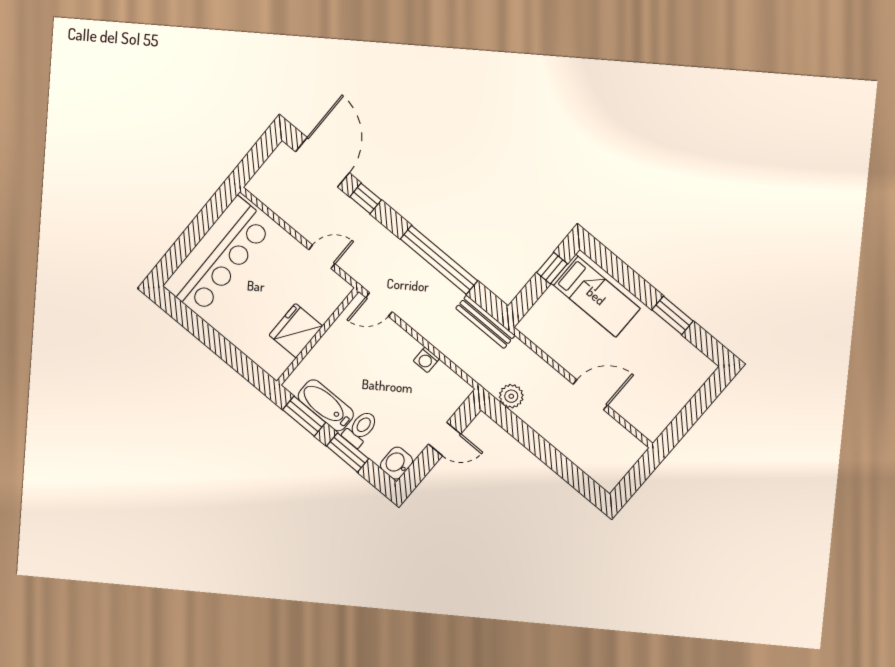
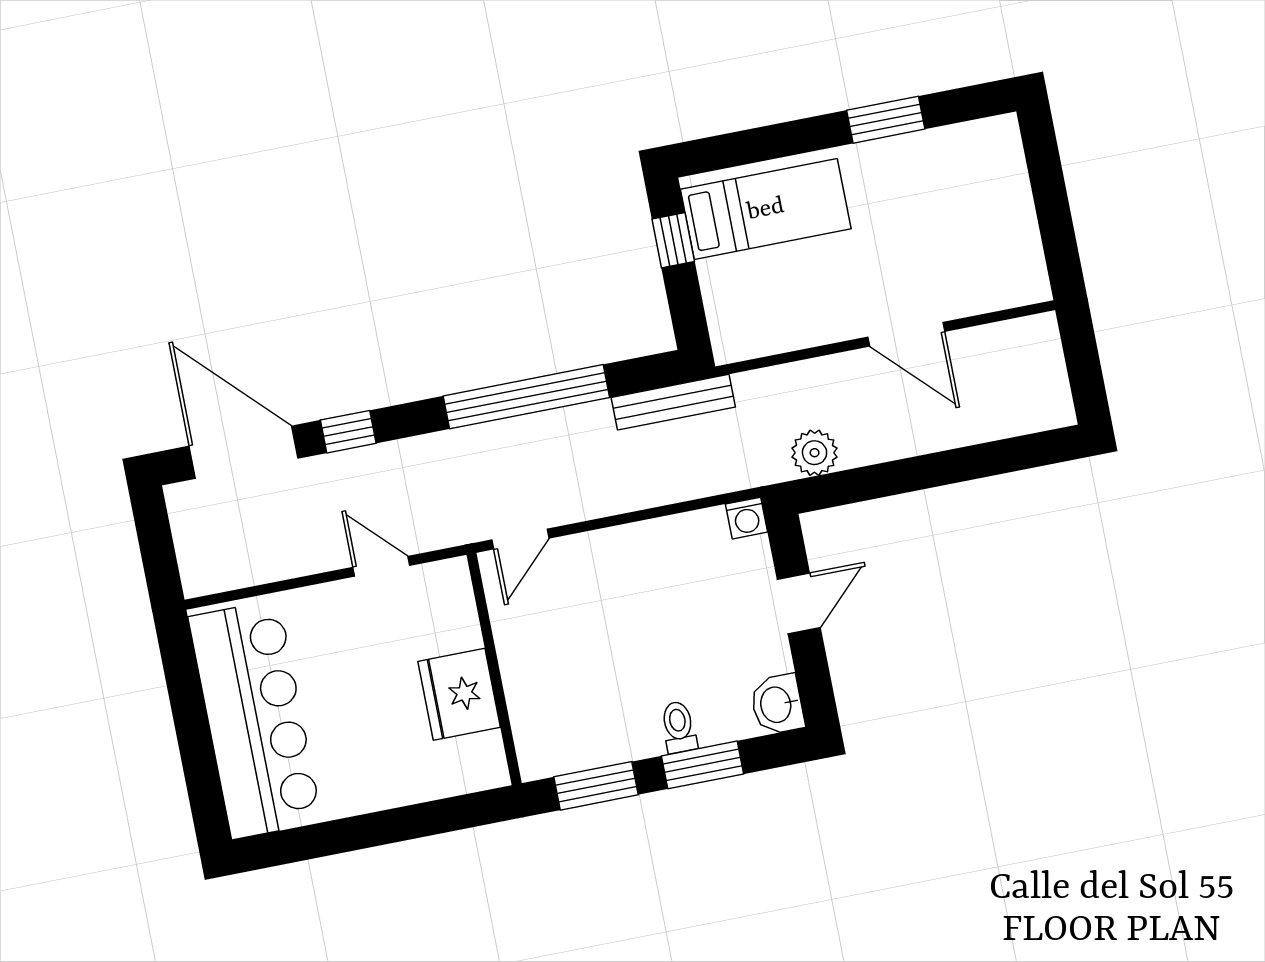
door: (322, 257) -> (381, 566), hinge flipped
washing machine: (426, 360) -> (747, 518), moved
door: (590, 395) -> (906, 334), swing flipped
bathtub: (326, 405) -> (606, 740), removed
toilet: (360, 429) -> (679, 727), width x0.73, depth x0.72

